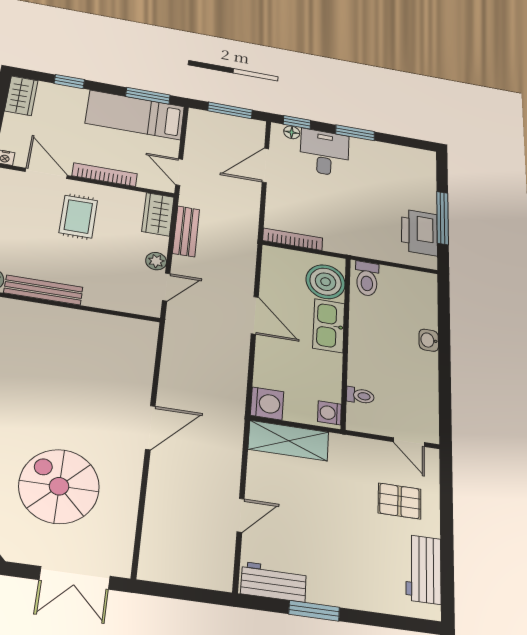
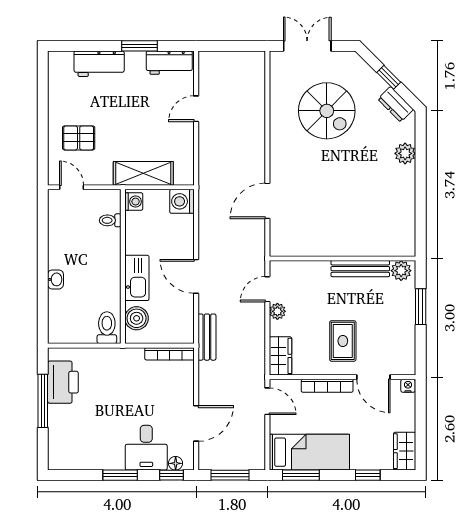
bench: (186, 231) -> (207, 337), moved
boiler: (326, 282) -> (137, 318), width x0.73, depth x0.73
door: (150, 427) -> (267, 201), moved
shelving: (288, 441) -> (143, 173), moved
workbench: (423, 569) -> (99, 64), moved, turned 90

